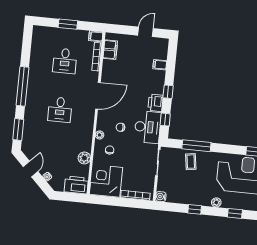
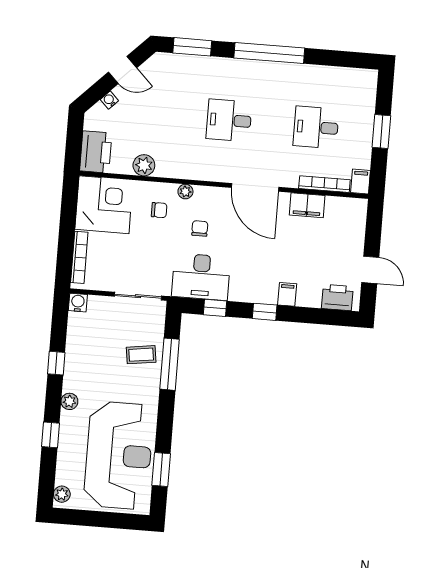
filing cabinet: (110, 50) -> (307, 205), moved
filing cabinet: (160, 65) -> (287, 294), moved
printer: (156, 103) -> (337, 297), moved

